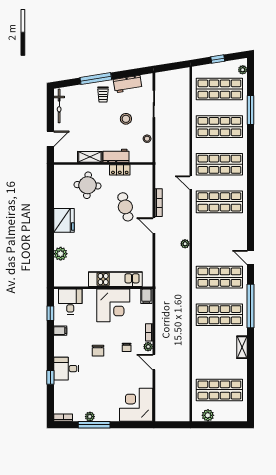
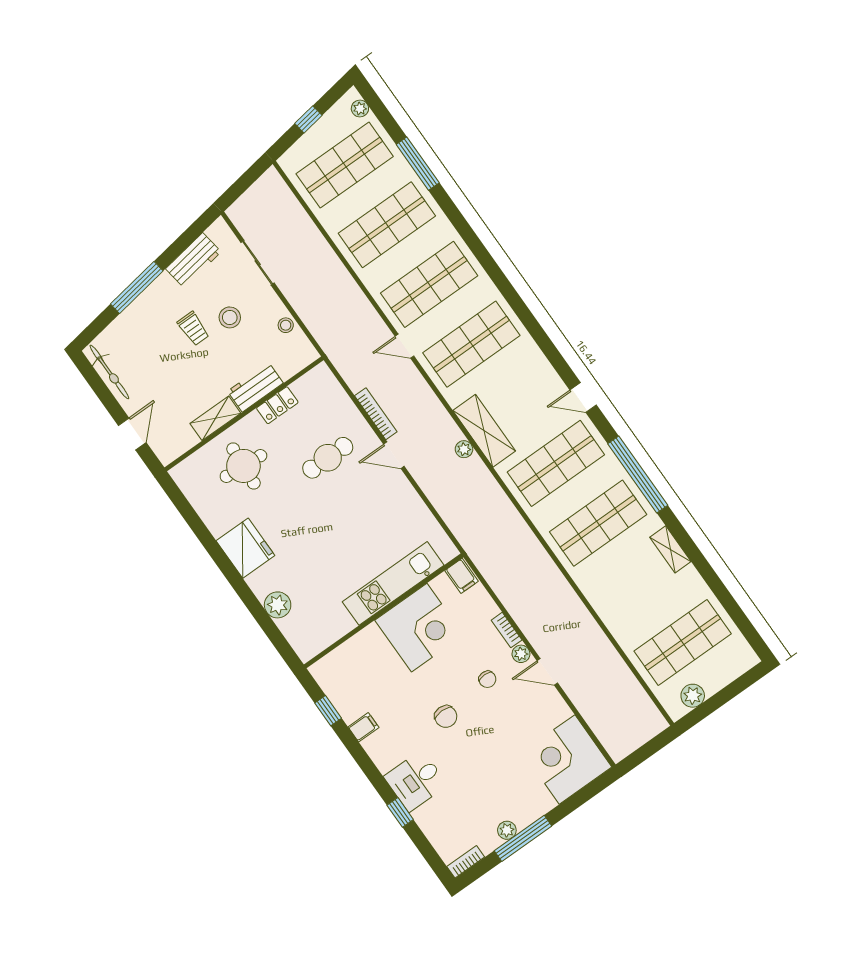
trolley: (103, 94) -> (193, 329), moved
cafe table: (125, 207) -> (328, 458), turned -75
shelving: (199, 242) -> (484, 431), added
desk: (70, 302) -> (347, 670), removed

